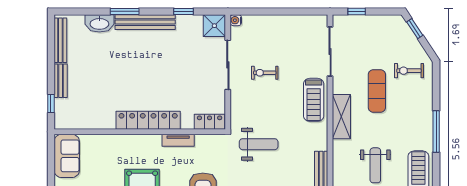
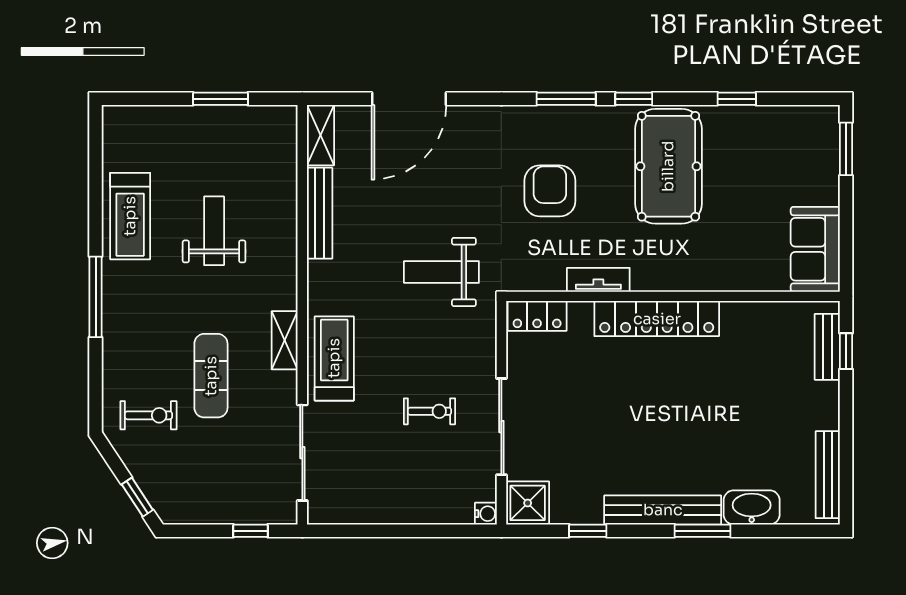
bench: (61, 81) -> (827, 347), moved
shelving: (341, 117) -> (285, 340), width x0.67, depth x0.75

